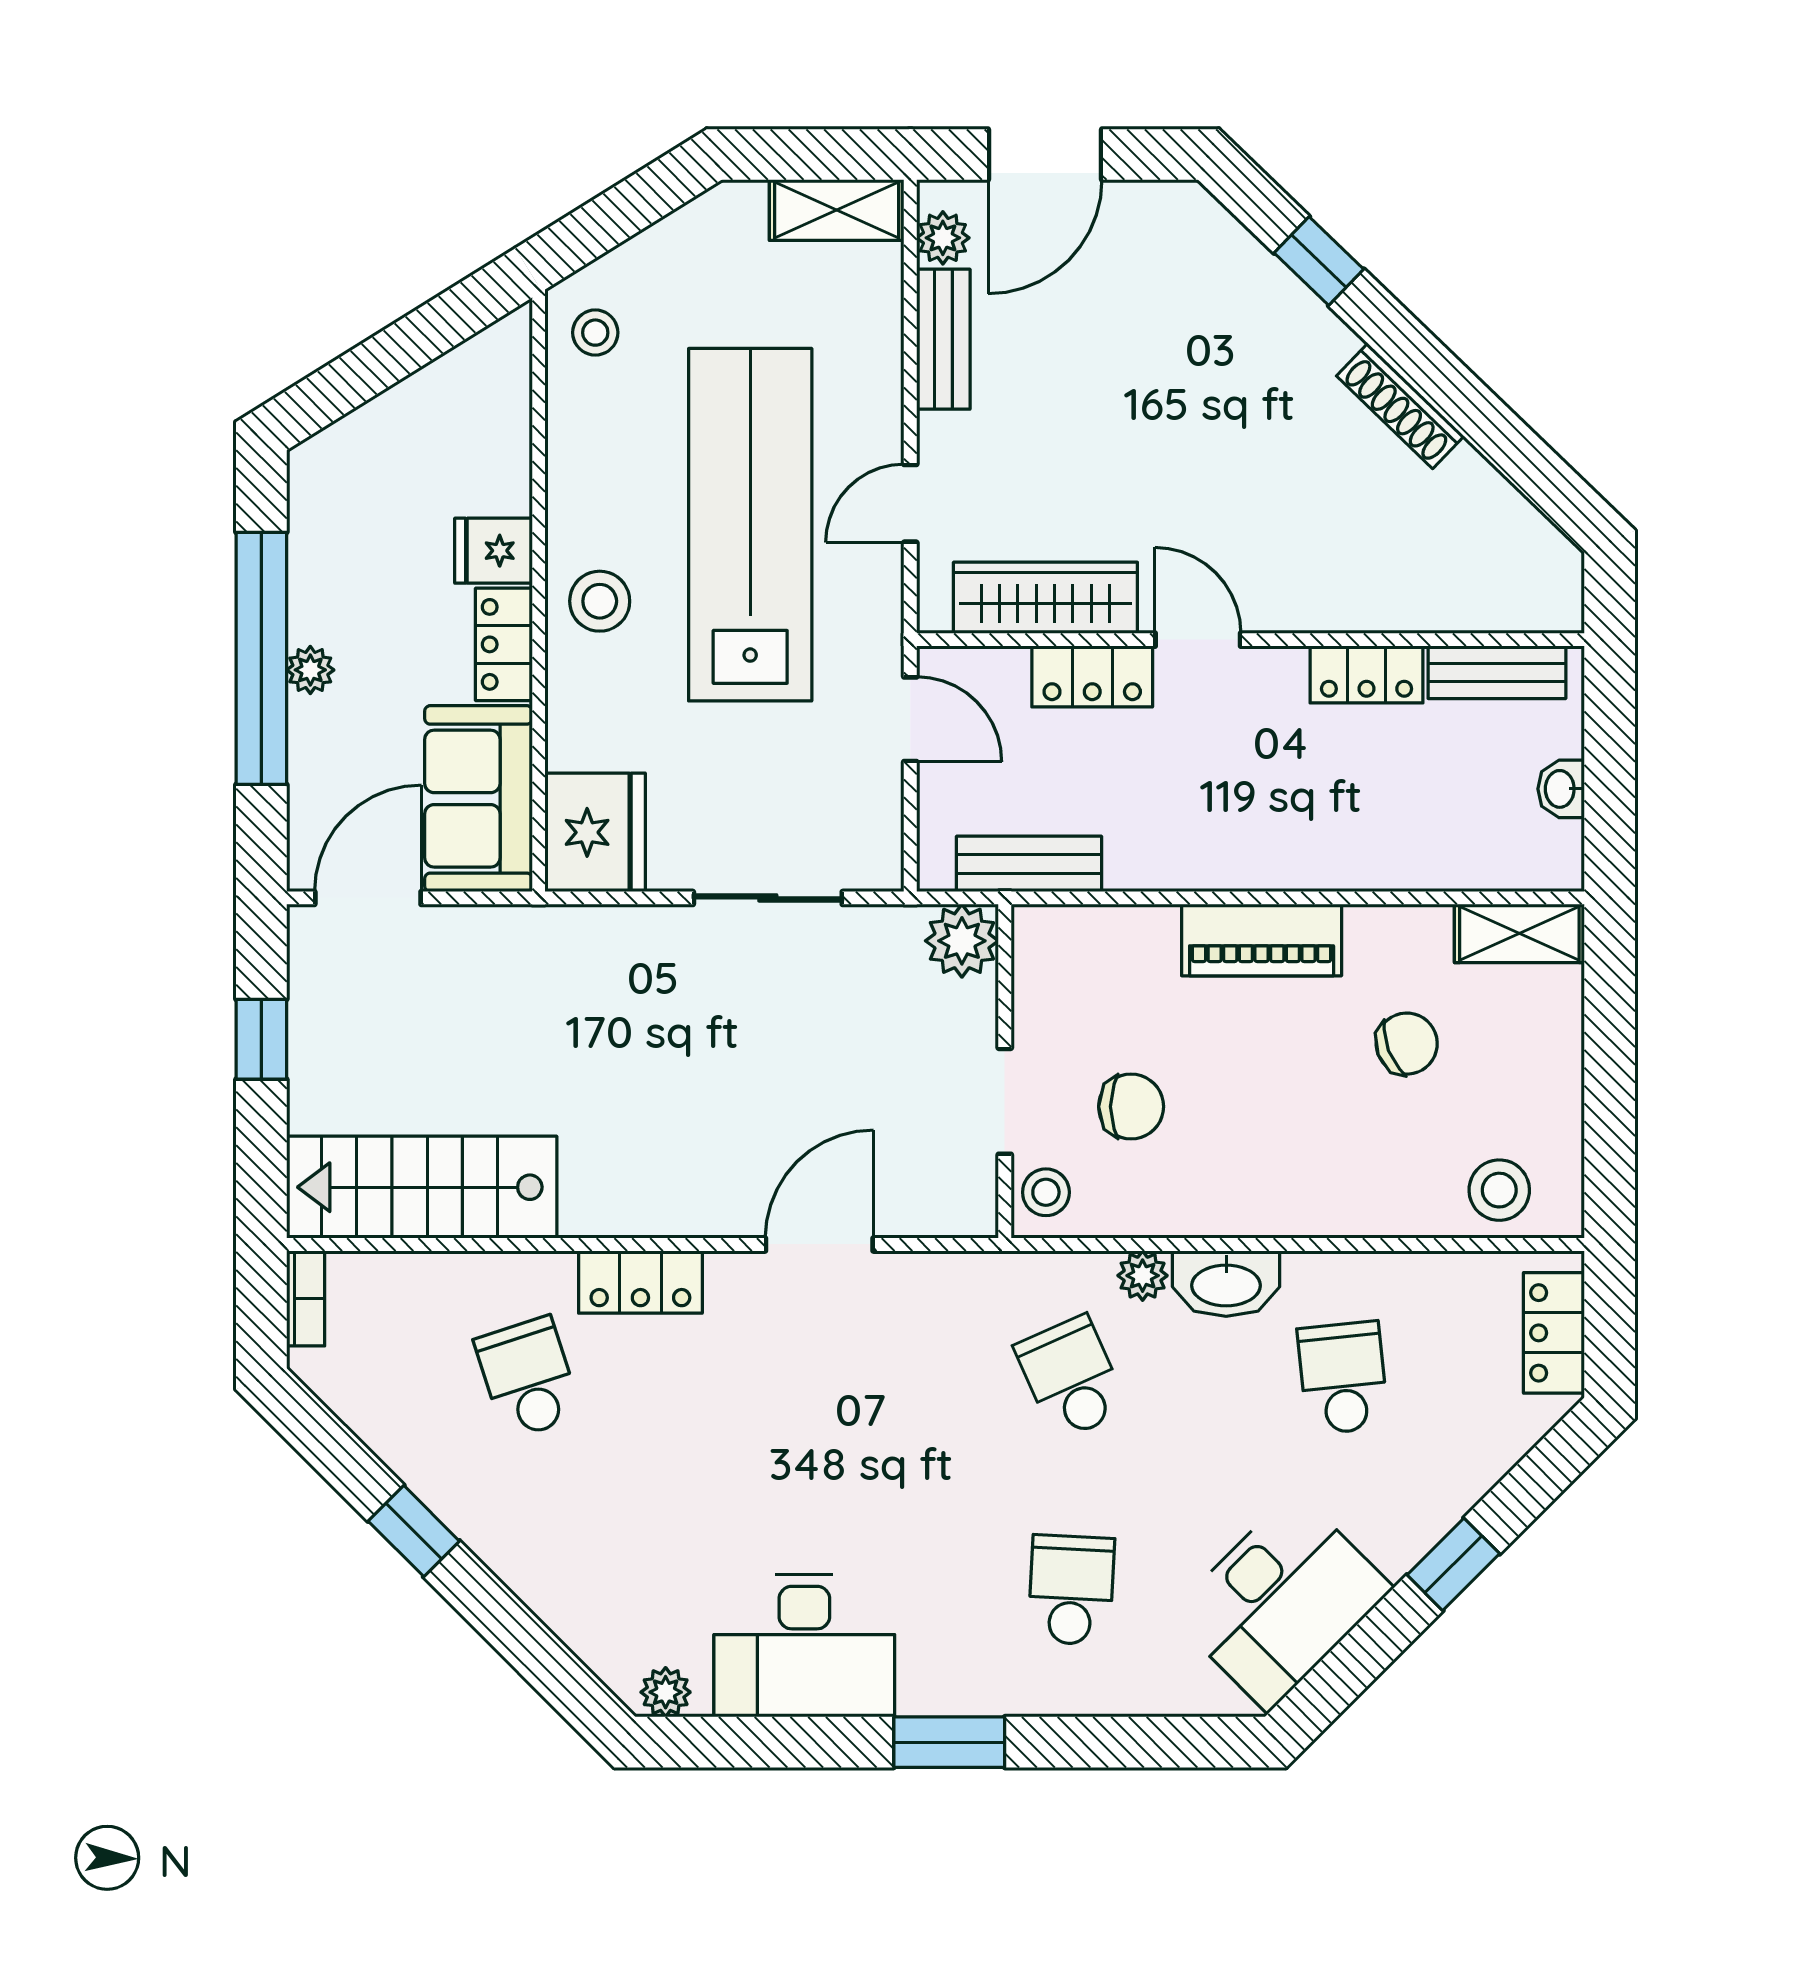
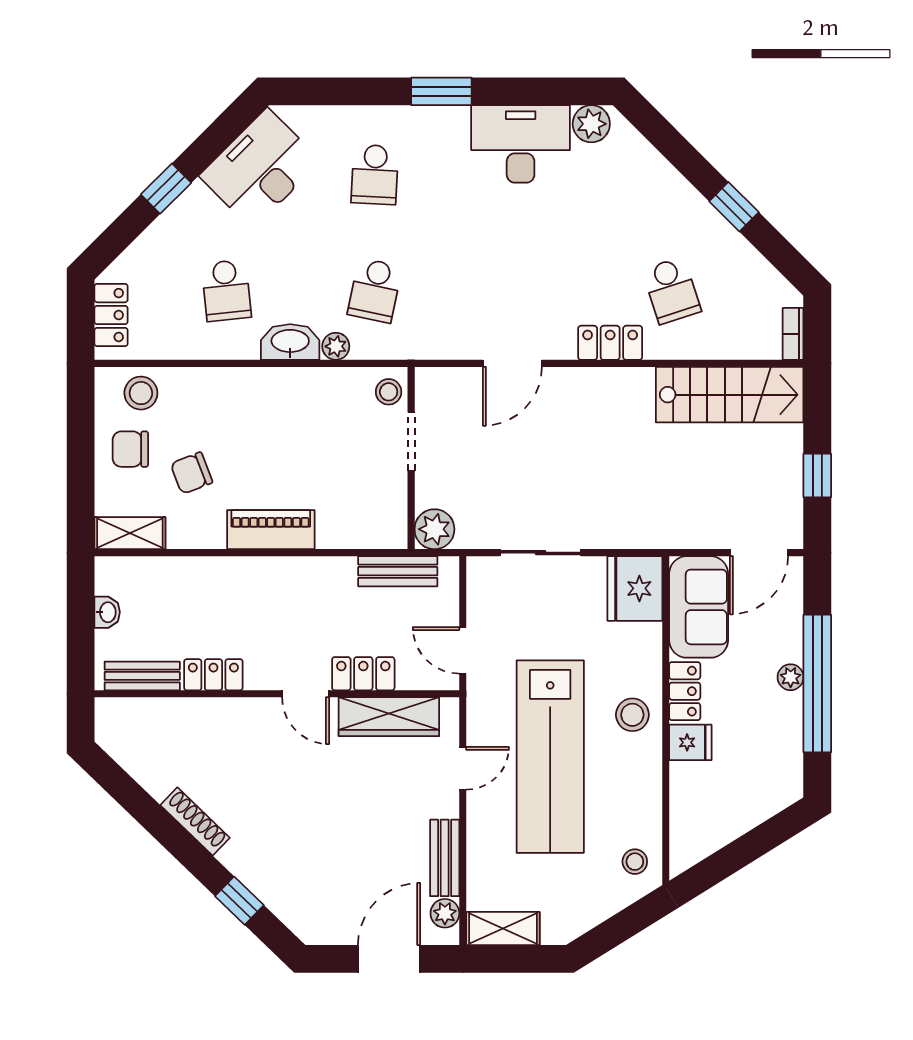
chair: (1131, 1107) -> (130, 449), moved
school desk: (1071, 1378) -> (375, 290), turned 36
plant: (666, 1692) -> (591, 124), width x1.38, depth x1.38

